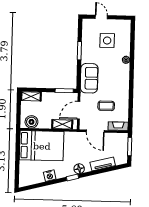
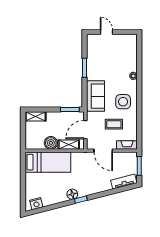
side table: (107, 41) -> (123, 102), moved
boiler: (31, 122) -> (51, 143), moved
bed: (42, 146) -> (48, 162), width x0.67
tv unit: (103, 164) -> (124, 182), moved
floor lamp: (79, 169) -> (72, 194), moved
nightstand: (50, 176) -> (36, 204), moved

